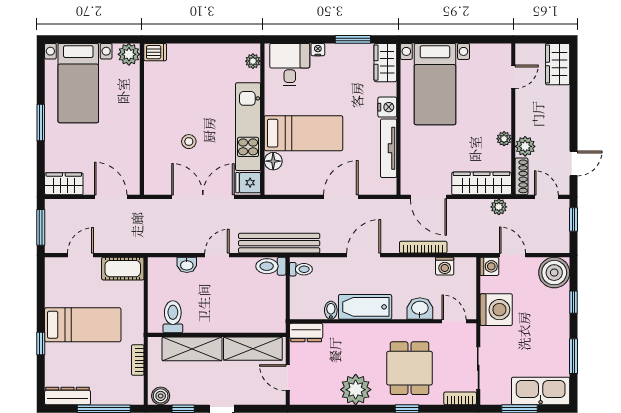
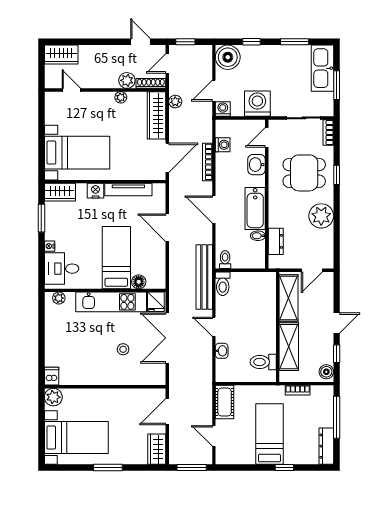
dresser: (306, 333) -> (276, 241), moved

